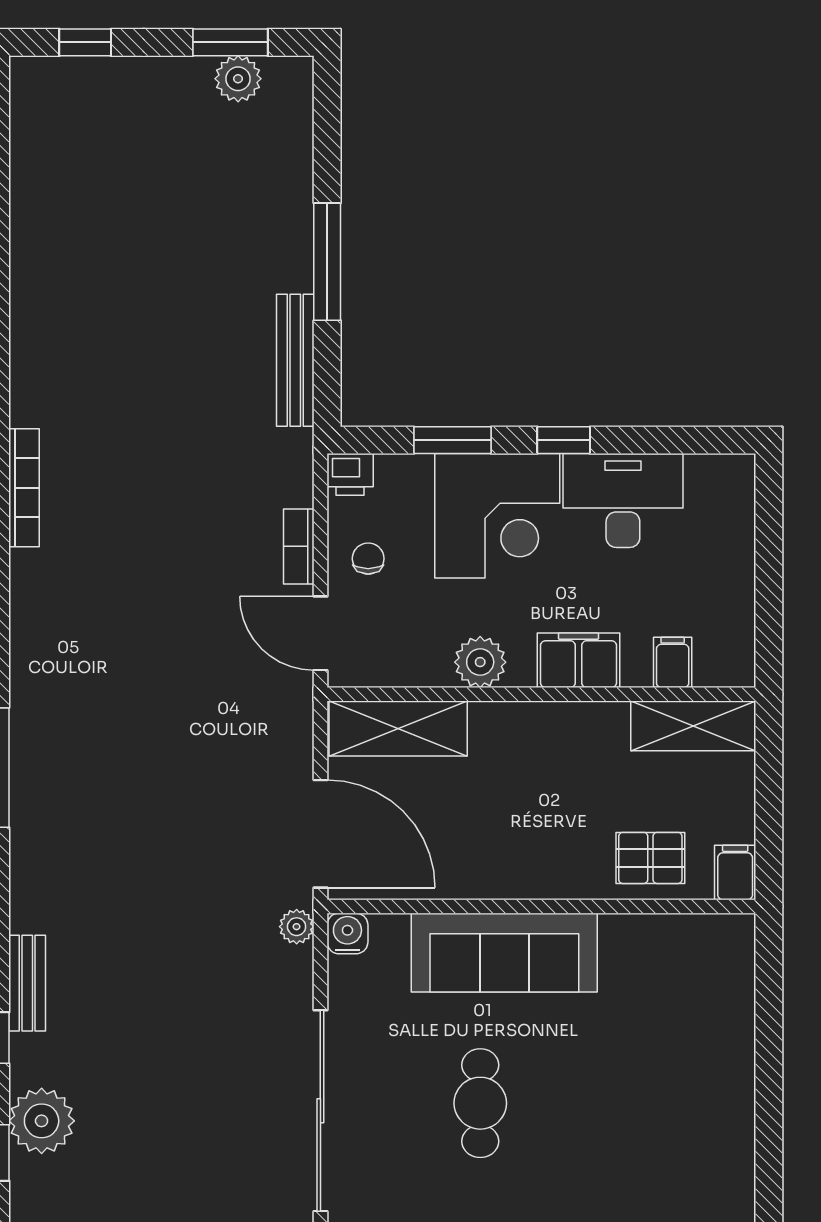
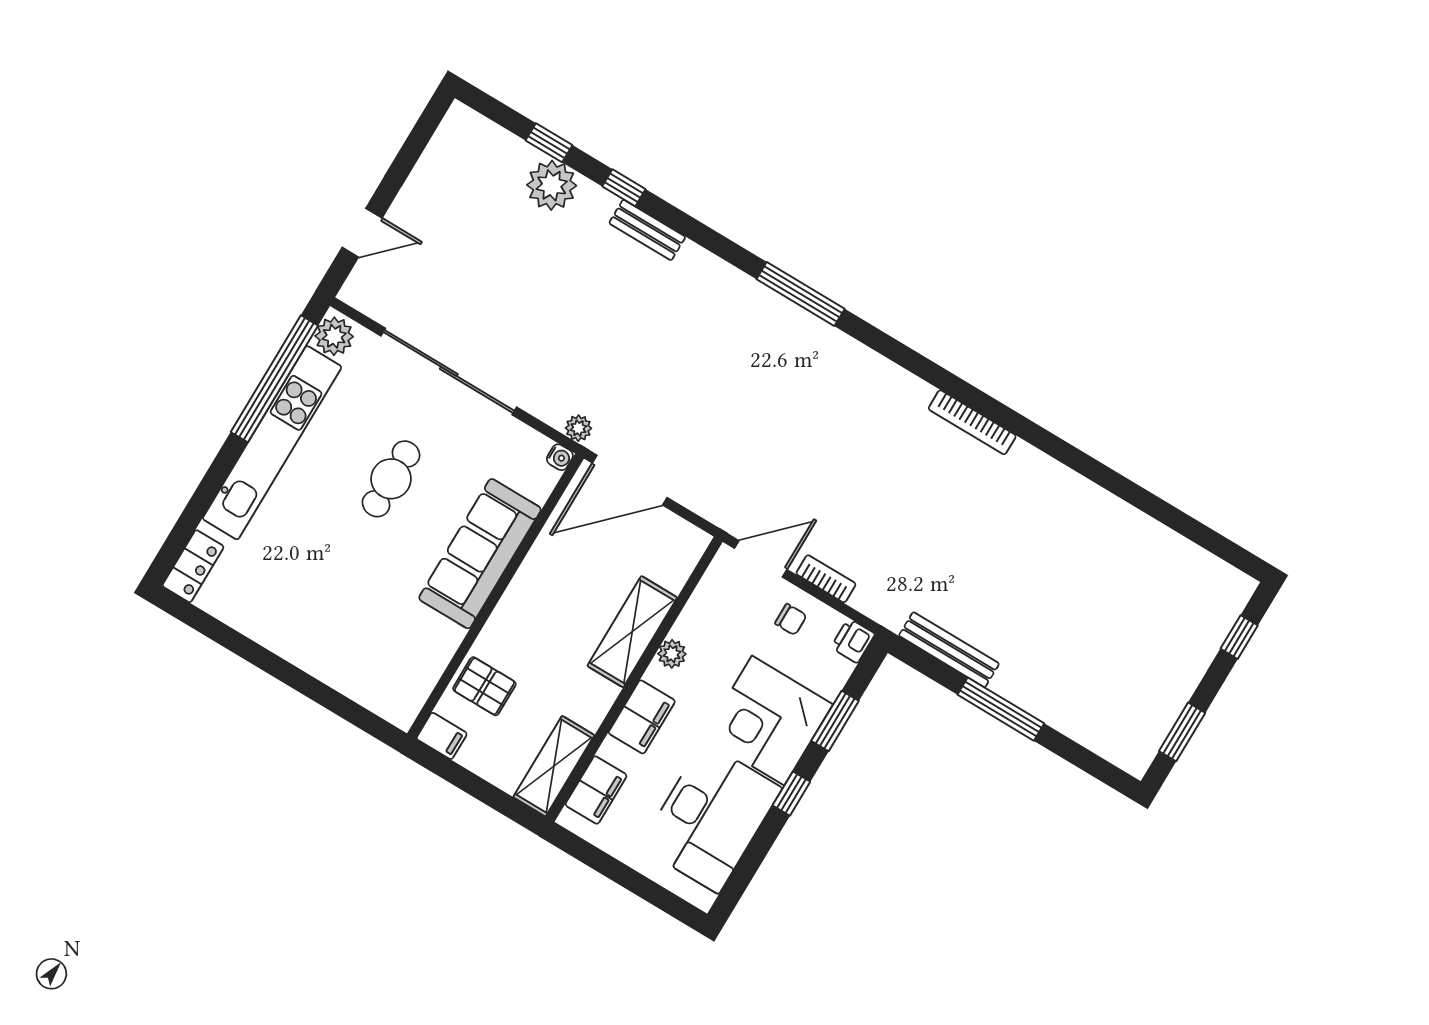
plant: (238, 79) -> (1155, 723), removed
desk: (623, 501) -> (711, 817), width x1.36, depth x1.30
plant: (480, 662) -> (672, 654), width x0.73, depth x0.73
filing cabinet: (673, 662) -> (596, 790), width x2.00
shelving: (398, 729) -> (632, 632), moved
pallet: (650, 858) -> (484, 686), turned 90
water cooler: (347, 934) -> (560, 457), width x0.72, depth x0.72
cafe table: (480, 1103) -> (391, 479), turned 90

